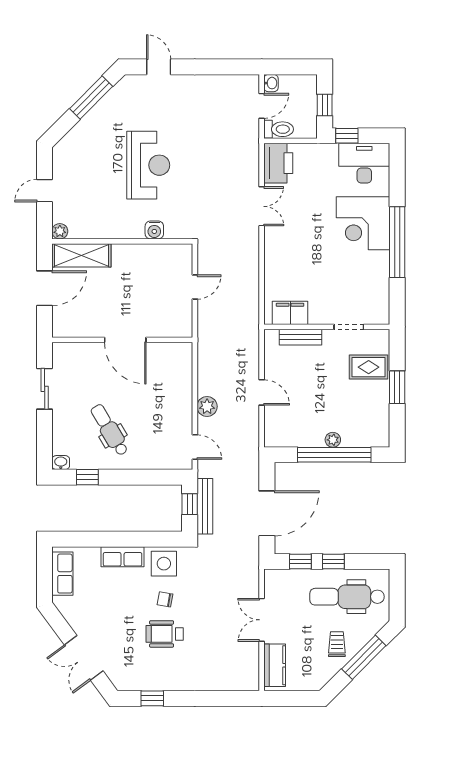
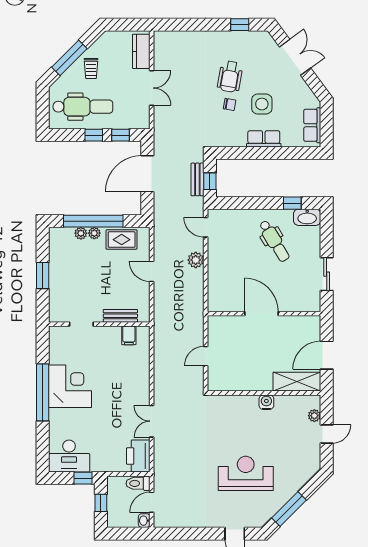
reception desk: (148, 165) -> (246, 473), moved, turned 90
corner desk: (363, 223) -> (70, 386), moved
water cooler: (154, 230) -> (266, 402), moved
plant: (60, 231) -> (314, 416), moved
filing cabinet: (290, 313) -> (129, 335), width x0.50
rug: (369, 367) -> (122, 240), moved
plant: (350, 440) -> (81, 233), added
washbasin: (61, 463) -> (307, 217), width x1.91, depth x1.45
bench: (205, 506) -> (197, 179), width x0.73
side table: (164, 564) -> (262, 104), moved
wheelchair: (165, 634) -> (230, 77), turned 100

